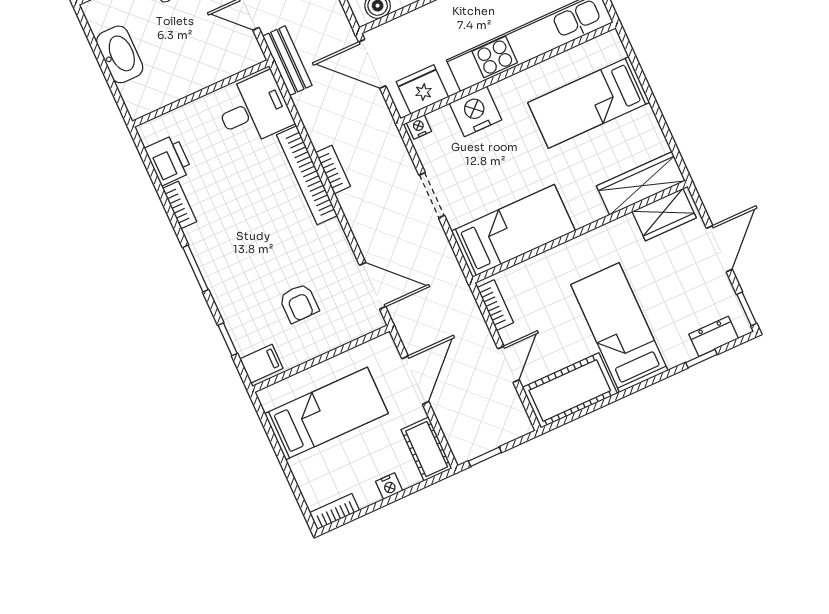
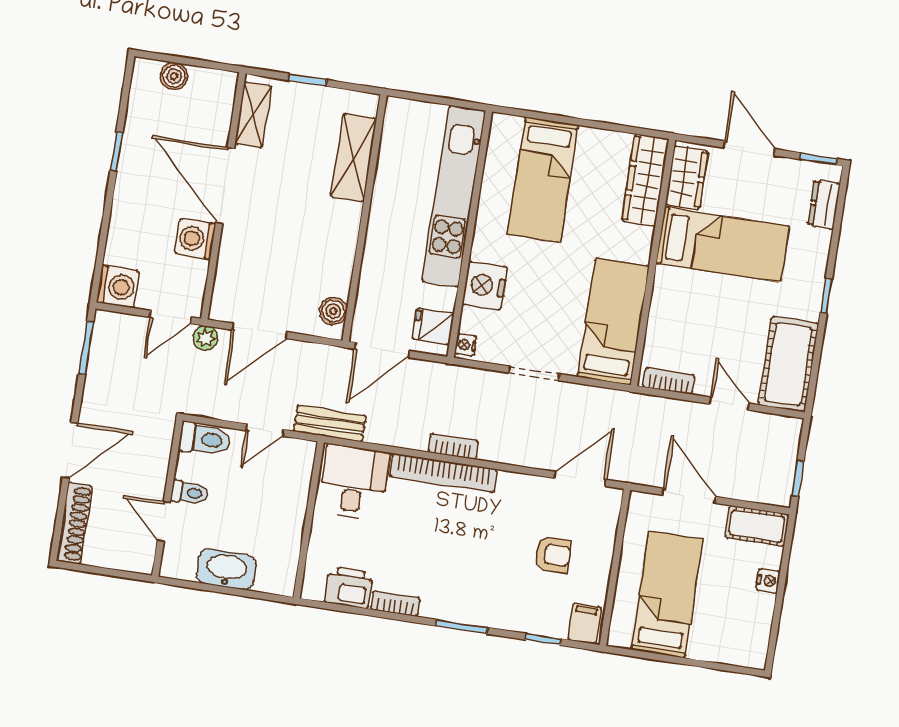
fridge: (422, 89) -> (433, 326), width x0.72
bed: (619, 328) -> (723, 245), moved, turned 180
window: (701, 358) -> (826, 295), moved
bookcase: (335, 512) -> (759, 644), removed

